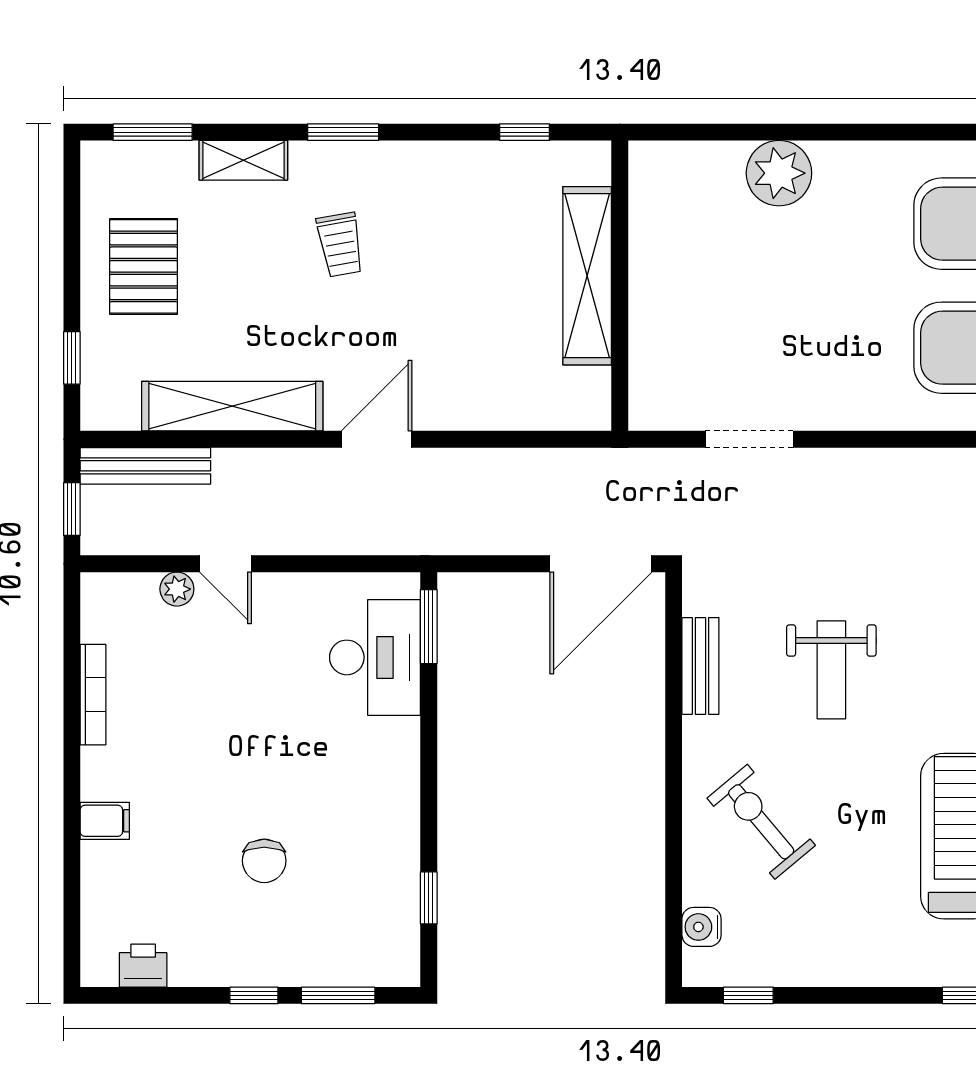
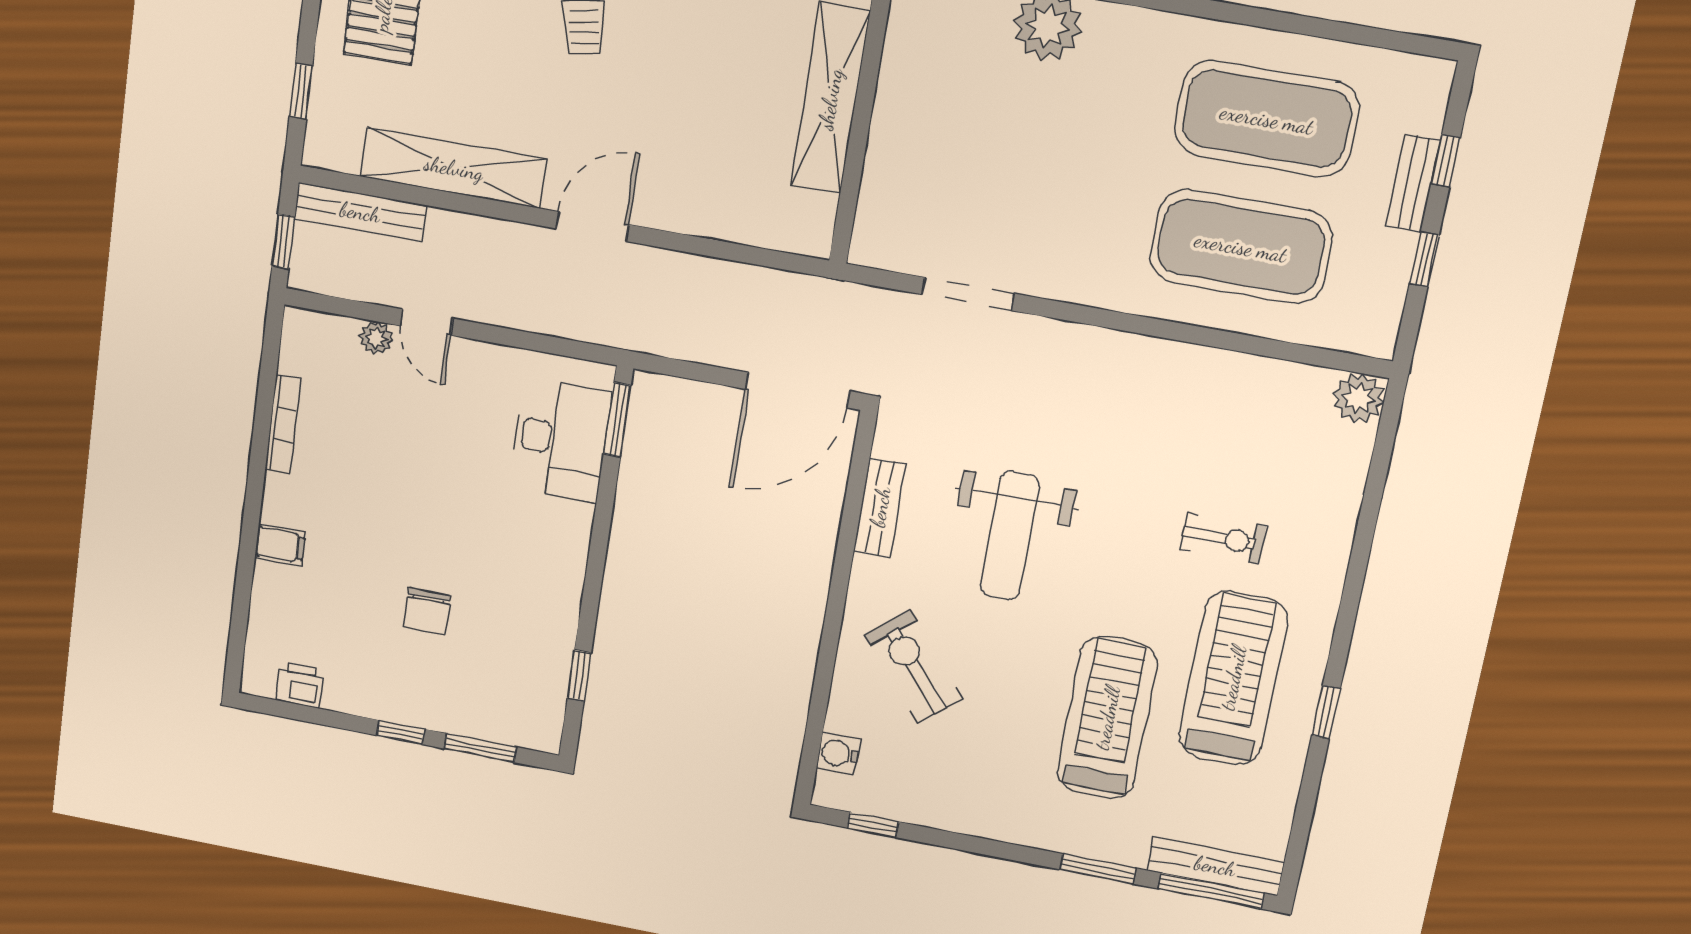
weight bench: (831, 670) -> (1010, 536), width x1.36, depth x1.33

